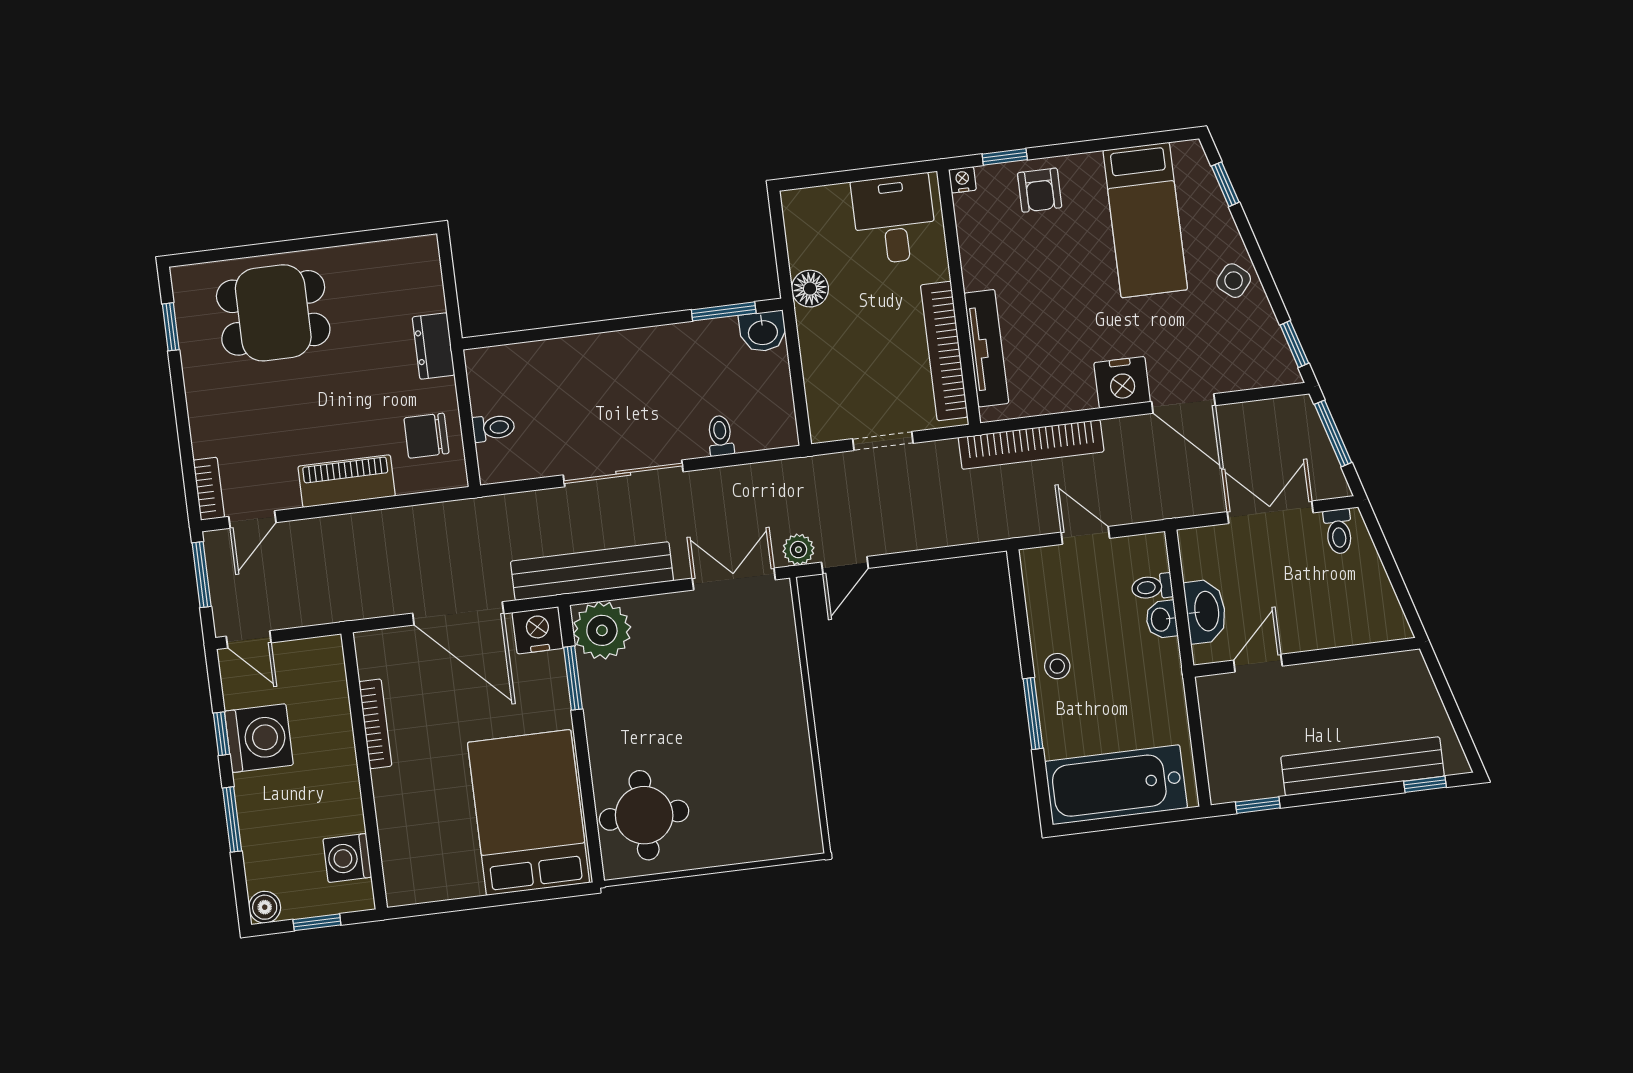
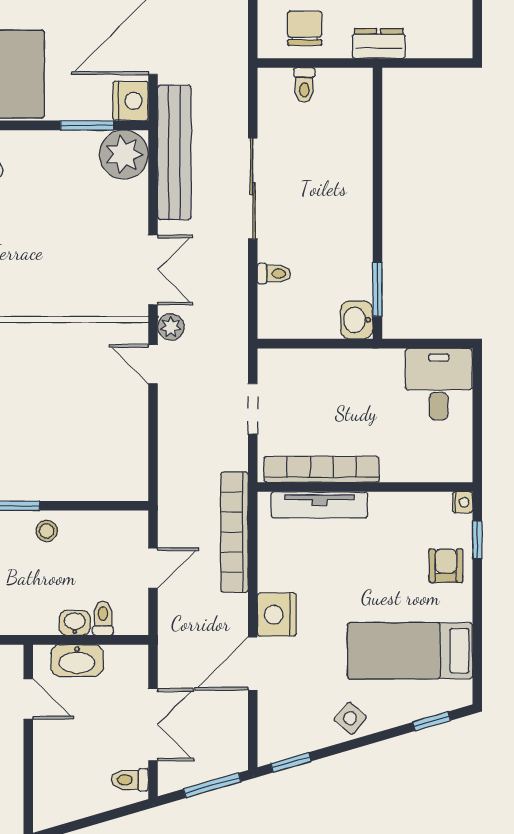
armchair: (1040, 190) -> (446, 566), turned 90
desk: (894, 219) -> (439, 384), moved, turned -90
floor lamp: (810, 289) -> (388, 364), removed

